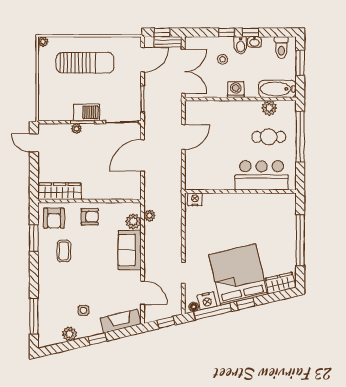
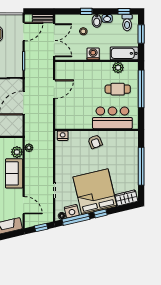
window: (162, 32) -> (38, 11), removed
window: (250, 32) -> (124, 11), moved
armchair: (238, 207) -> (95, 142), added

